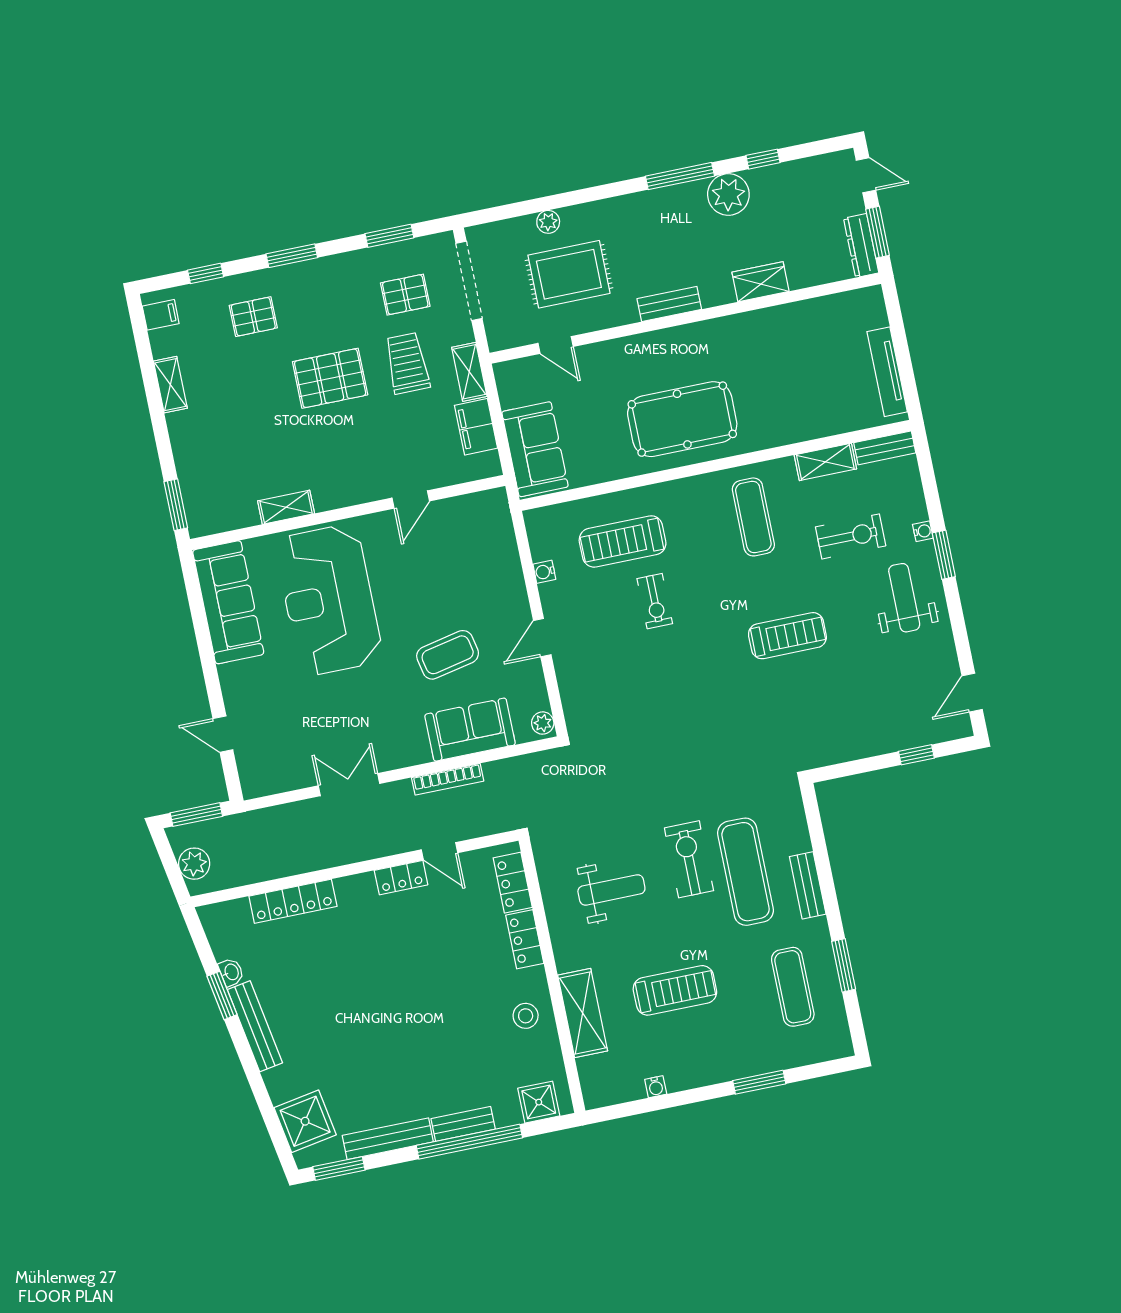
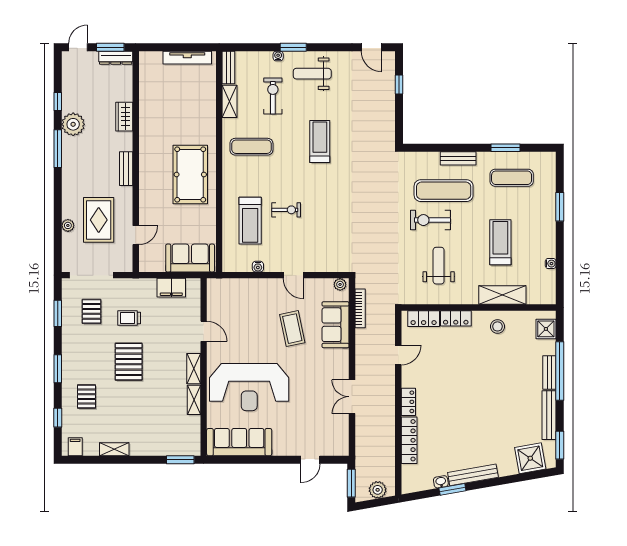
trolley: (407, 363) -> (129, 318), width x0.73, depth x0.72
shelving: (469, 372) -> (194, 369), moved, turned 90
bookcase: (448, 779) -> (360, 308), moved
locker: (401, 878) -> (408, 402), moved

